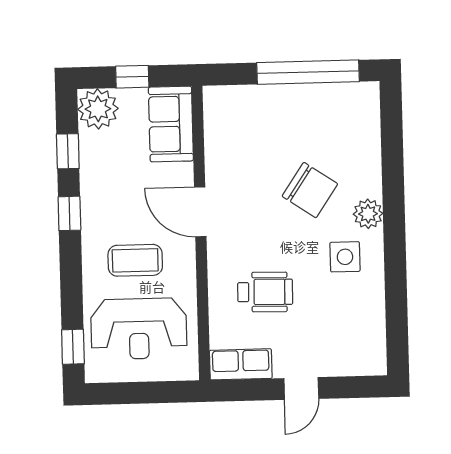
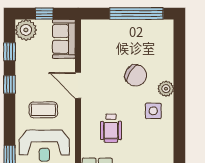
wheelchair: (265, 292) -> (111, 128), turned 89

